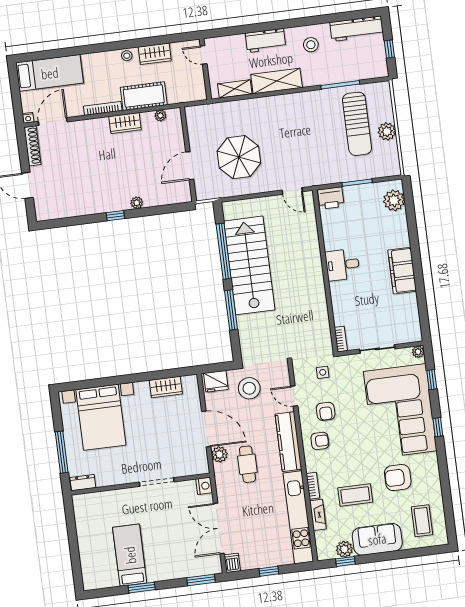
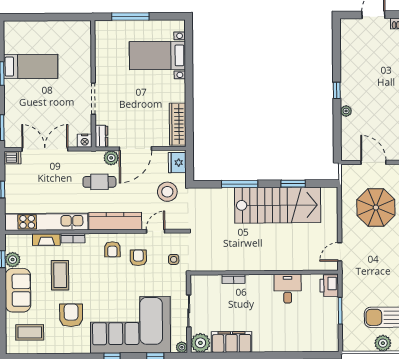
plant: (394, 200) -> (200, 343), moved
window: (224, 251) -> (293, 184), width x0.47
desk: (342, 265) -> (288, 289), moved
filing cabinet: (402, 271) -> (232, 342), moved
bookcase: (341, 339) -> (233, 279), moved
wardrobe: (166, 387) -> (178, 124), width x1.50
armchair: (326, 411) -> (138, 258), turned 90
bed with nightstands: (101, 417) -> (157, 56), width x0.73
dresser: (83, 483) -> (101, 136), moved

